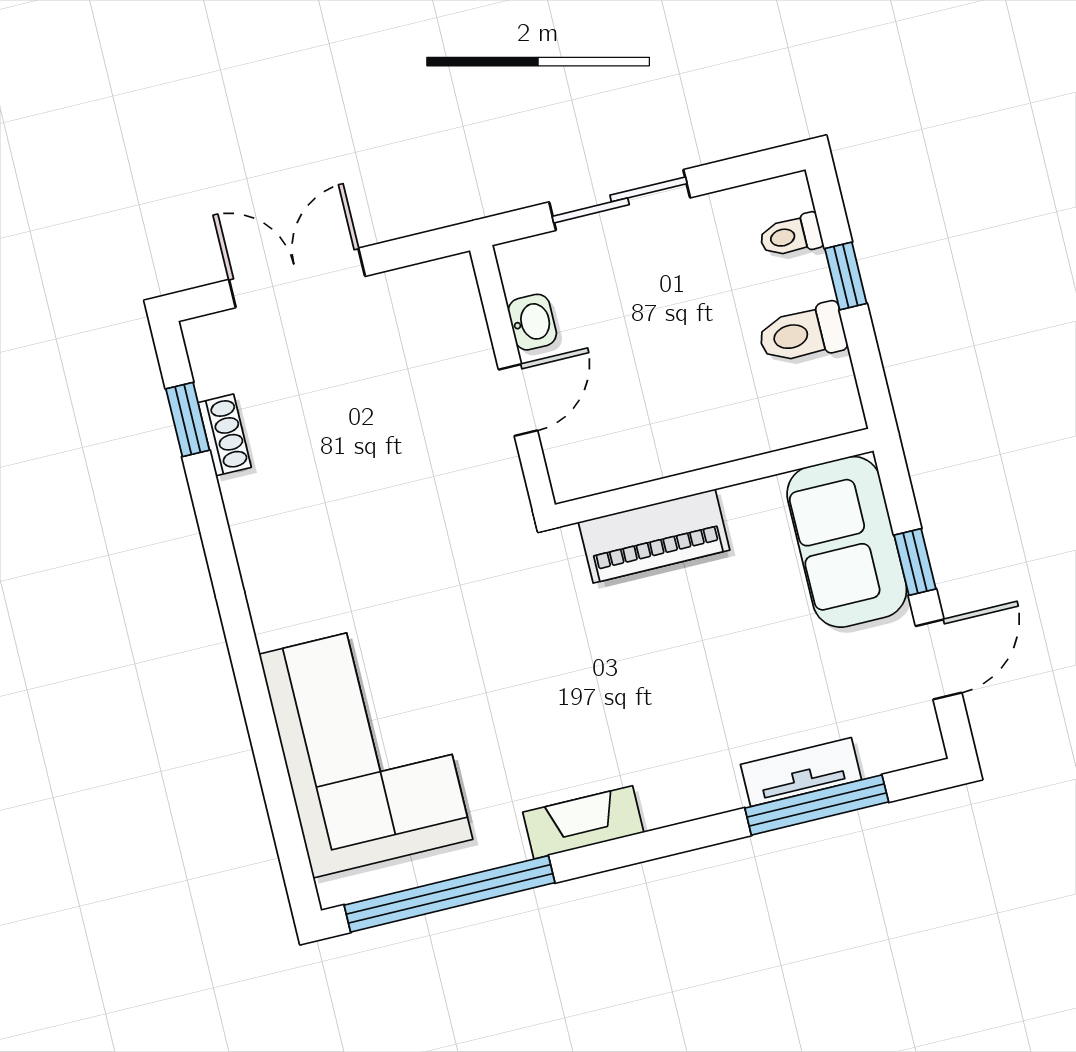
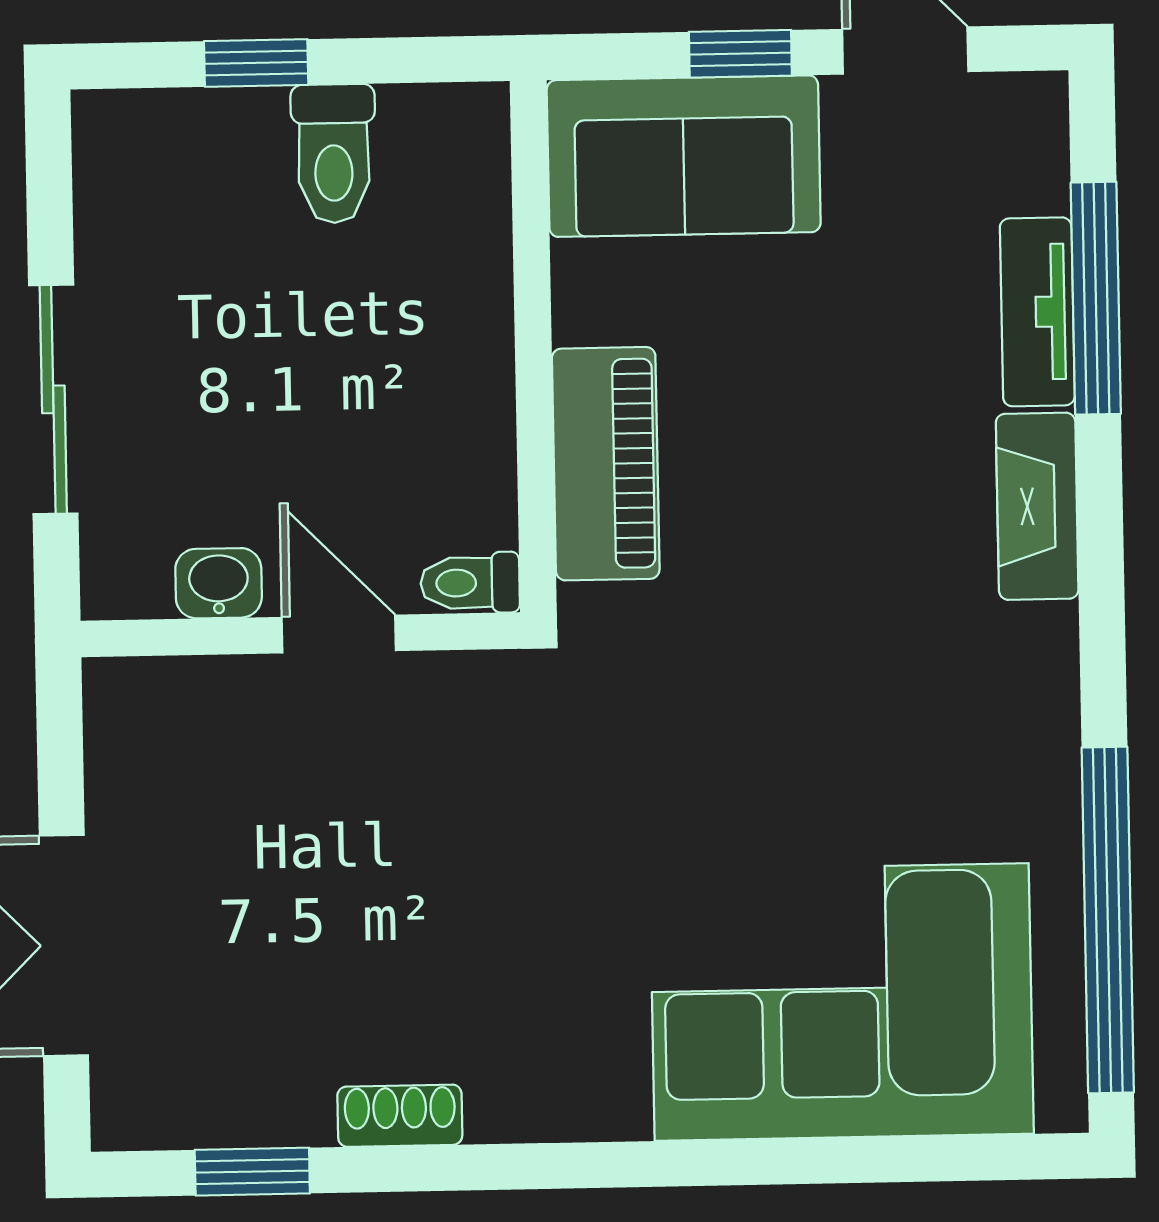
toilet: (791, 236) -> (470, 583), moved, turned 90
shoe rack: (225, 435) -> (400, 1116), moved
fireplace: (583, 822) -> (1037, 506), moved

